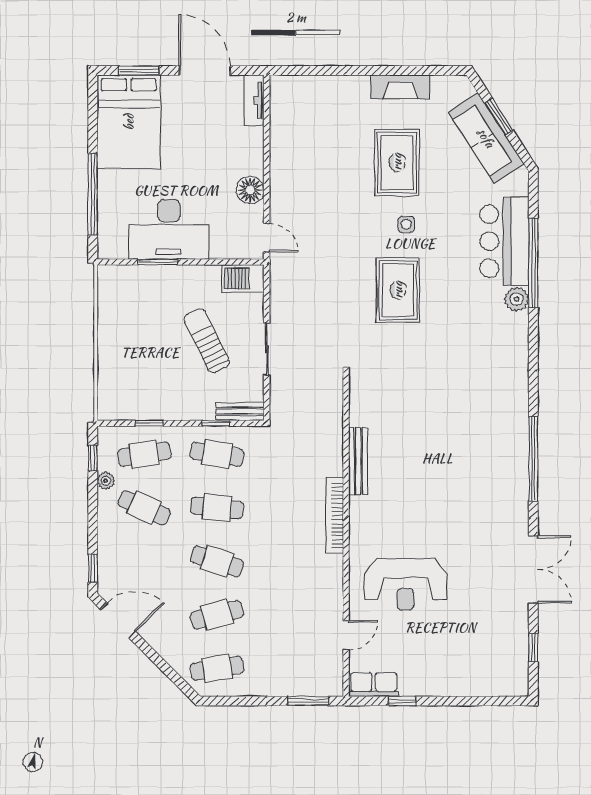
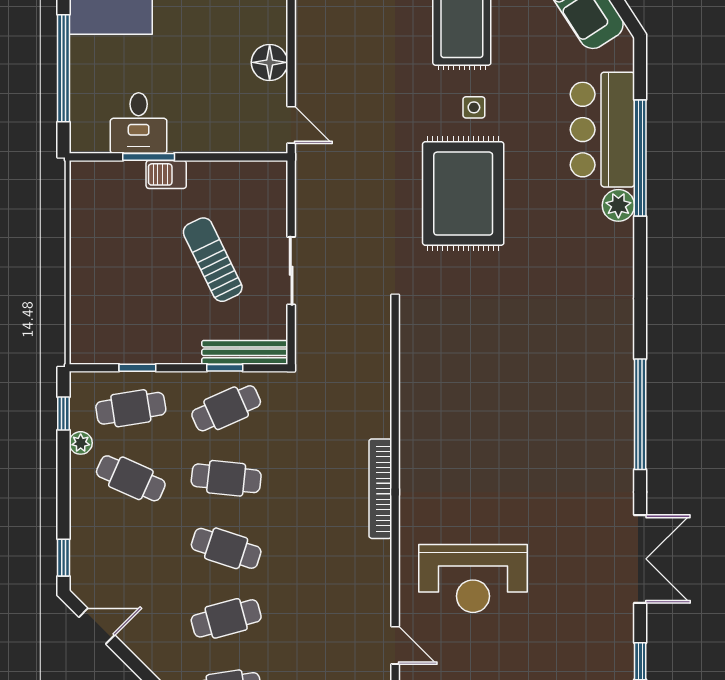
desk: (169, 229) -> (139, 123), width x0.53, depth x0.77
barbecue: (243, 278) -> (166, 174), moved, width x0.73, depth x0.79
rug: (398, 290) -> (463, 194), width x1.37, depth x1.44
bench: (240, 411) -> (245, 352), width x1.36
cafe table: (217, 454) -> (226, 408), turned -33
bench: (358, 461) -> (411, 417), removed
door: (118, 621) -> (97, 626), width x0.73
door: (346, 635) -> (395, 645), hinge flipped

